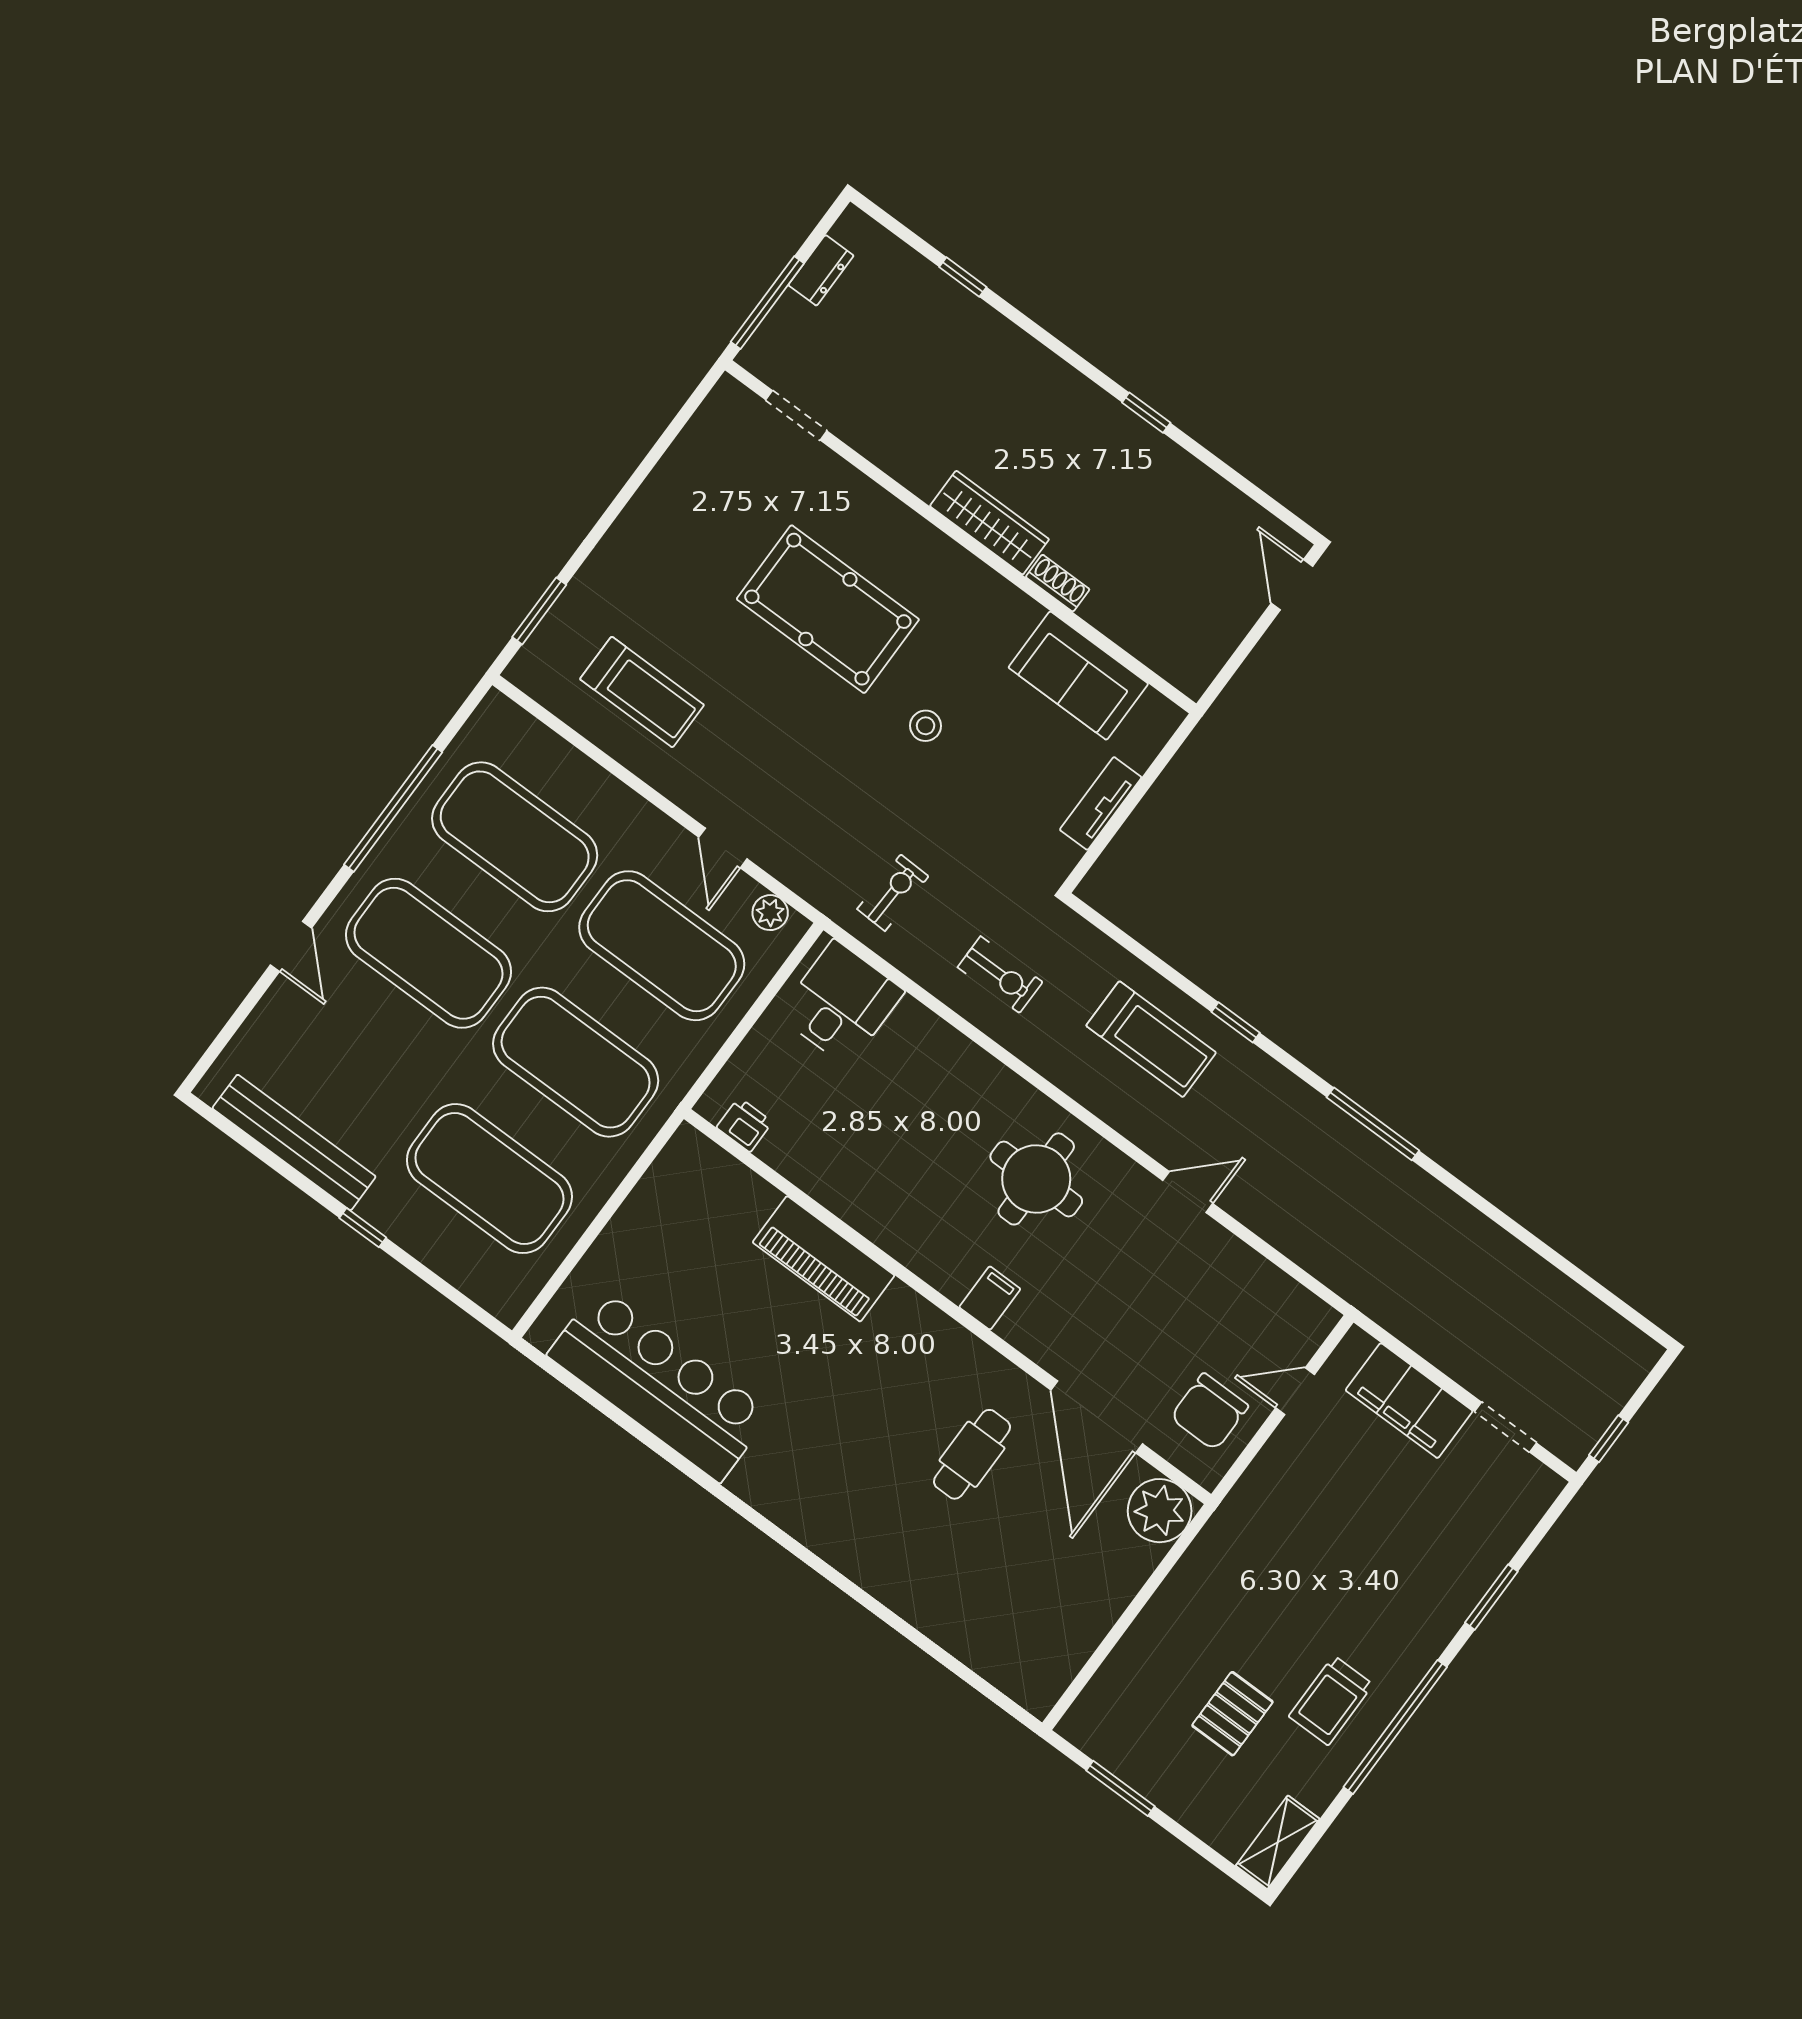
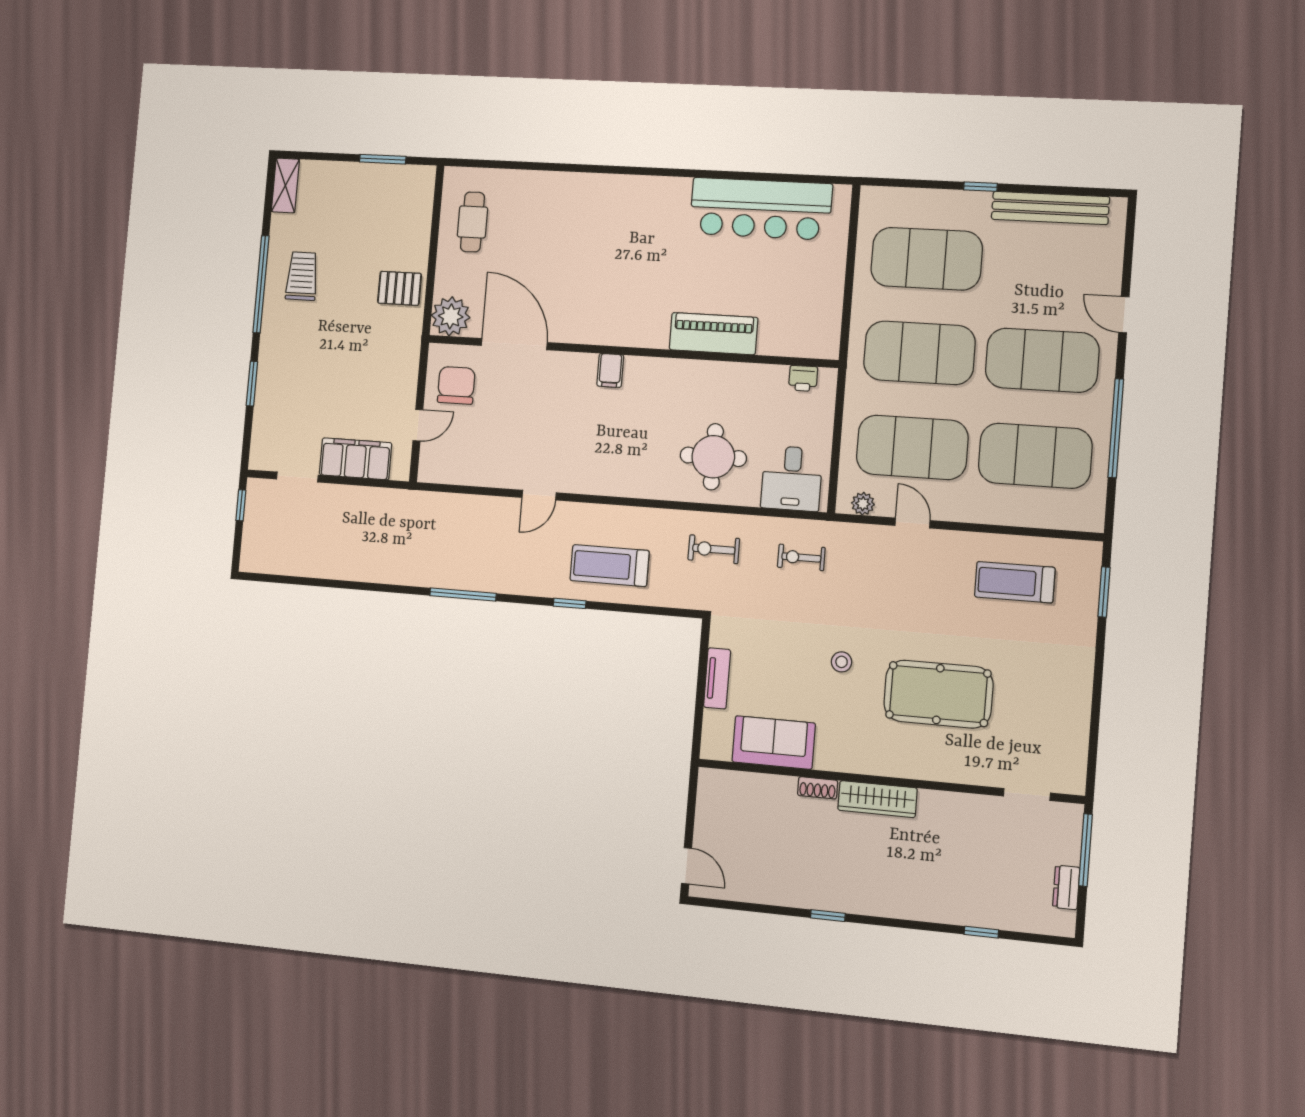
exercise bike: (893, 893) -> (801, 557), turned 88
round table: (1036, 1179) -> (713, 457), moved
cafe table: (972, 1454) -> (472, 222), moved
pallet: (1232, 1714) -> (400, 288), moved, turned 90

